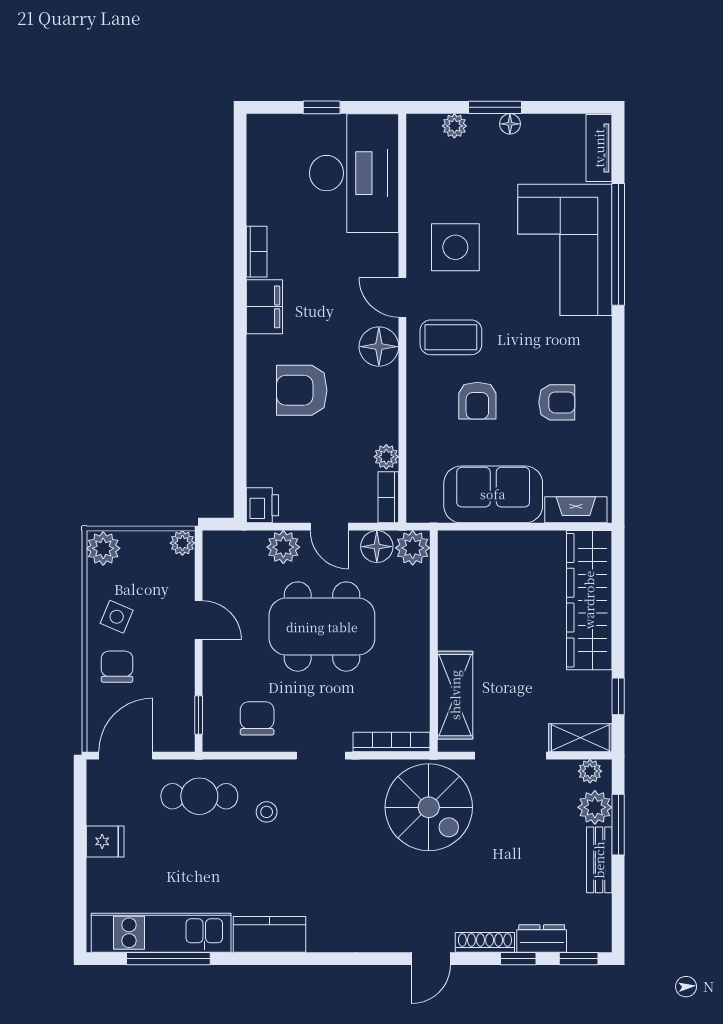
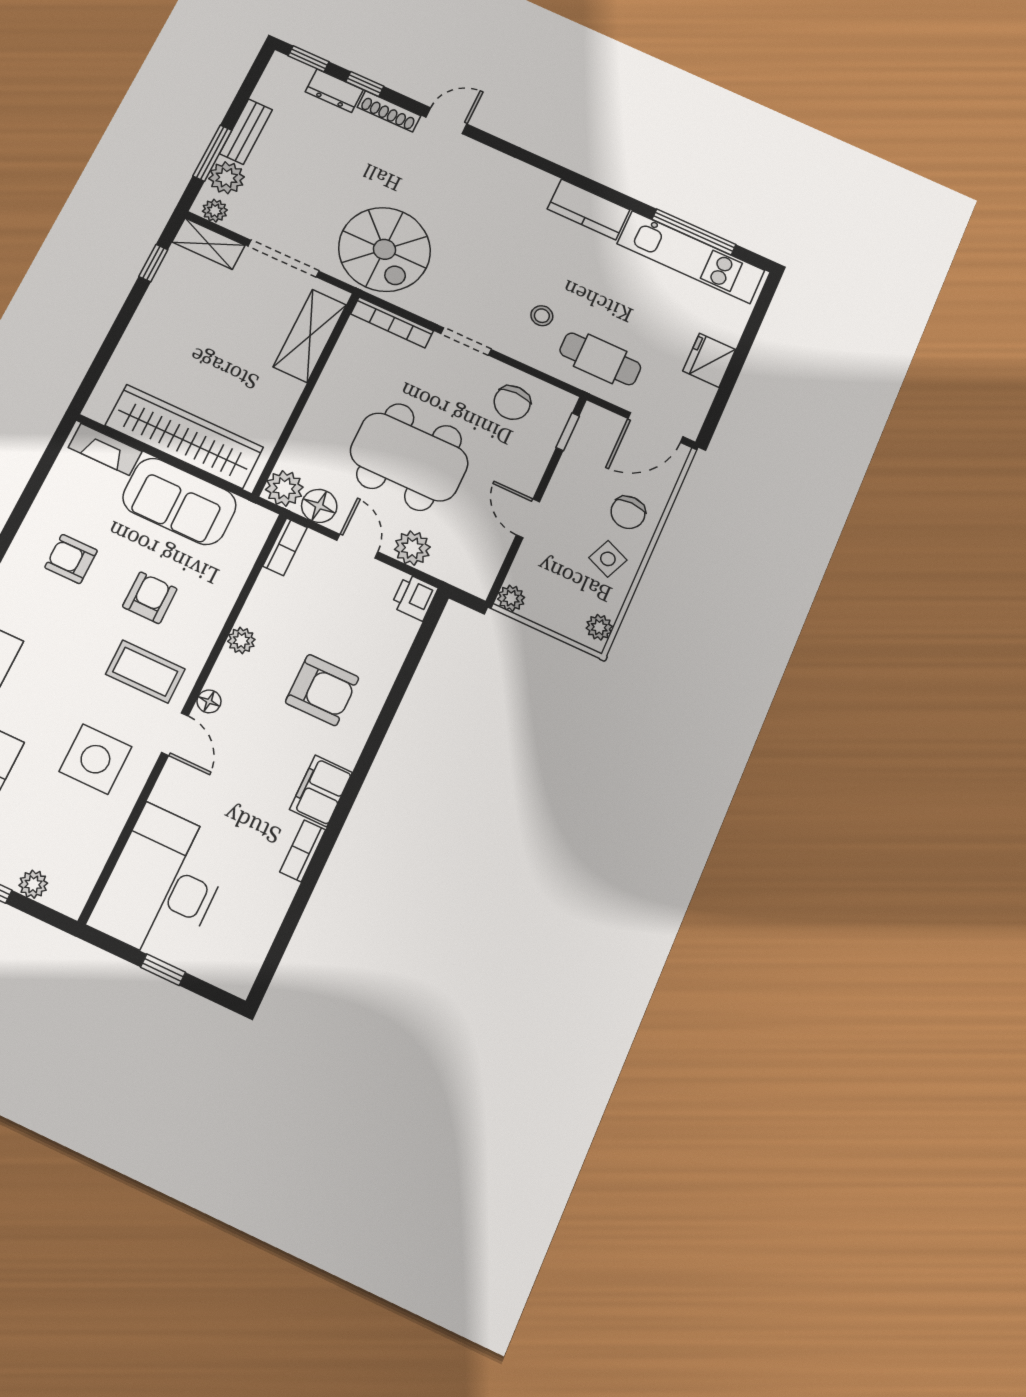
floor lamp: (379, 347) -> (209, 701), width x0.53, depth x0.53
plant: (386, 457) -> (241, 640), moved
plant: (103, 548) -> (599, 627), width x0.73, depth x0.73
wardrobe: (589, 600) -> (184, 436), moved, turned -90
spiral stairs: (429, 807) -> (384, 249), turned 180
fridge: (105, 841) -> (709, 360), width x1.38

